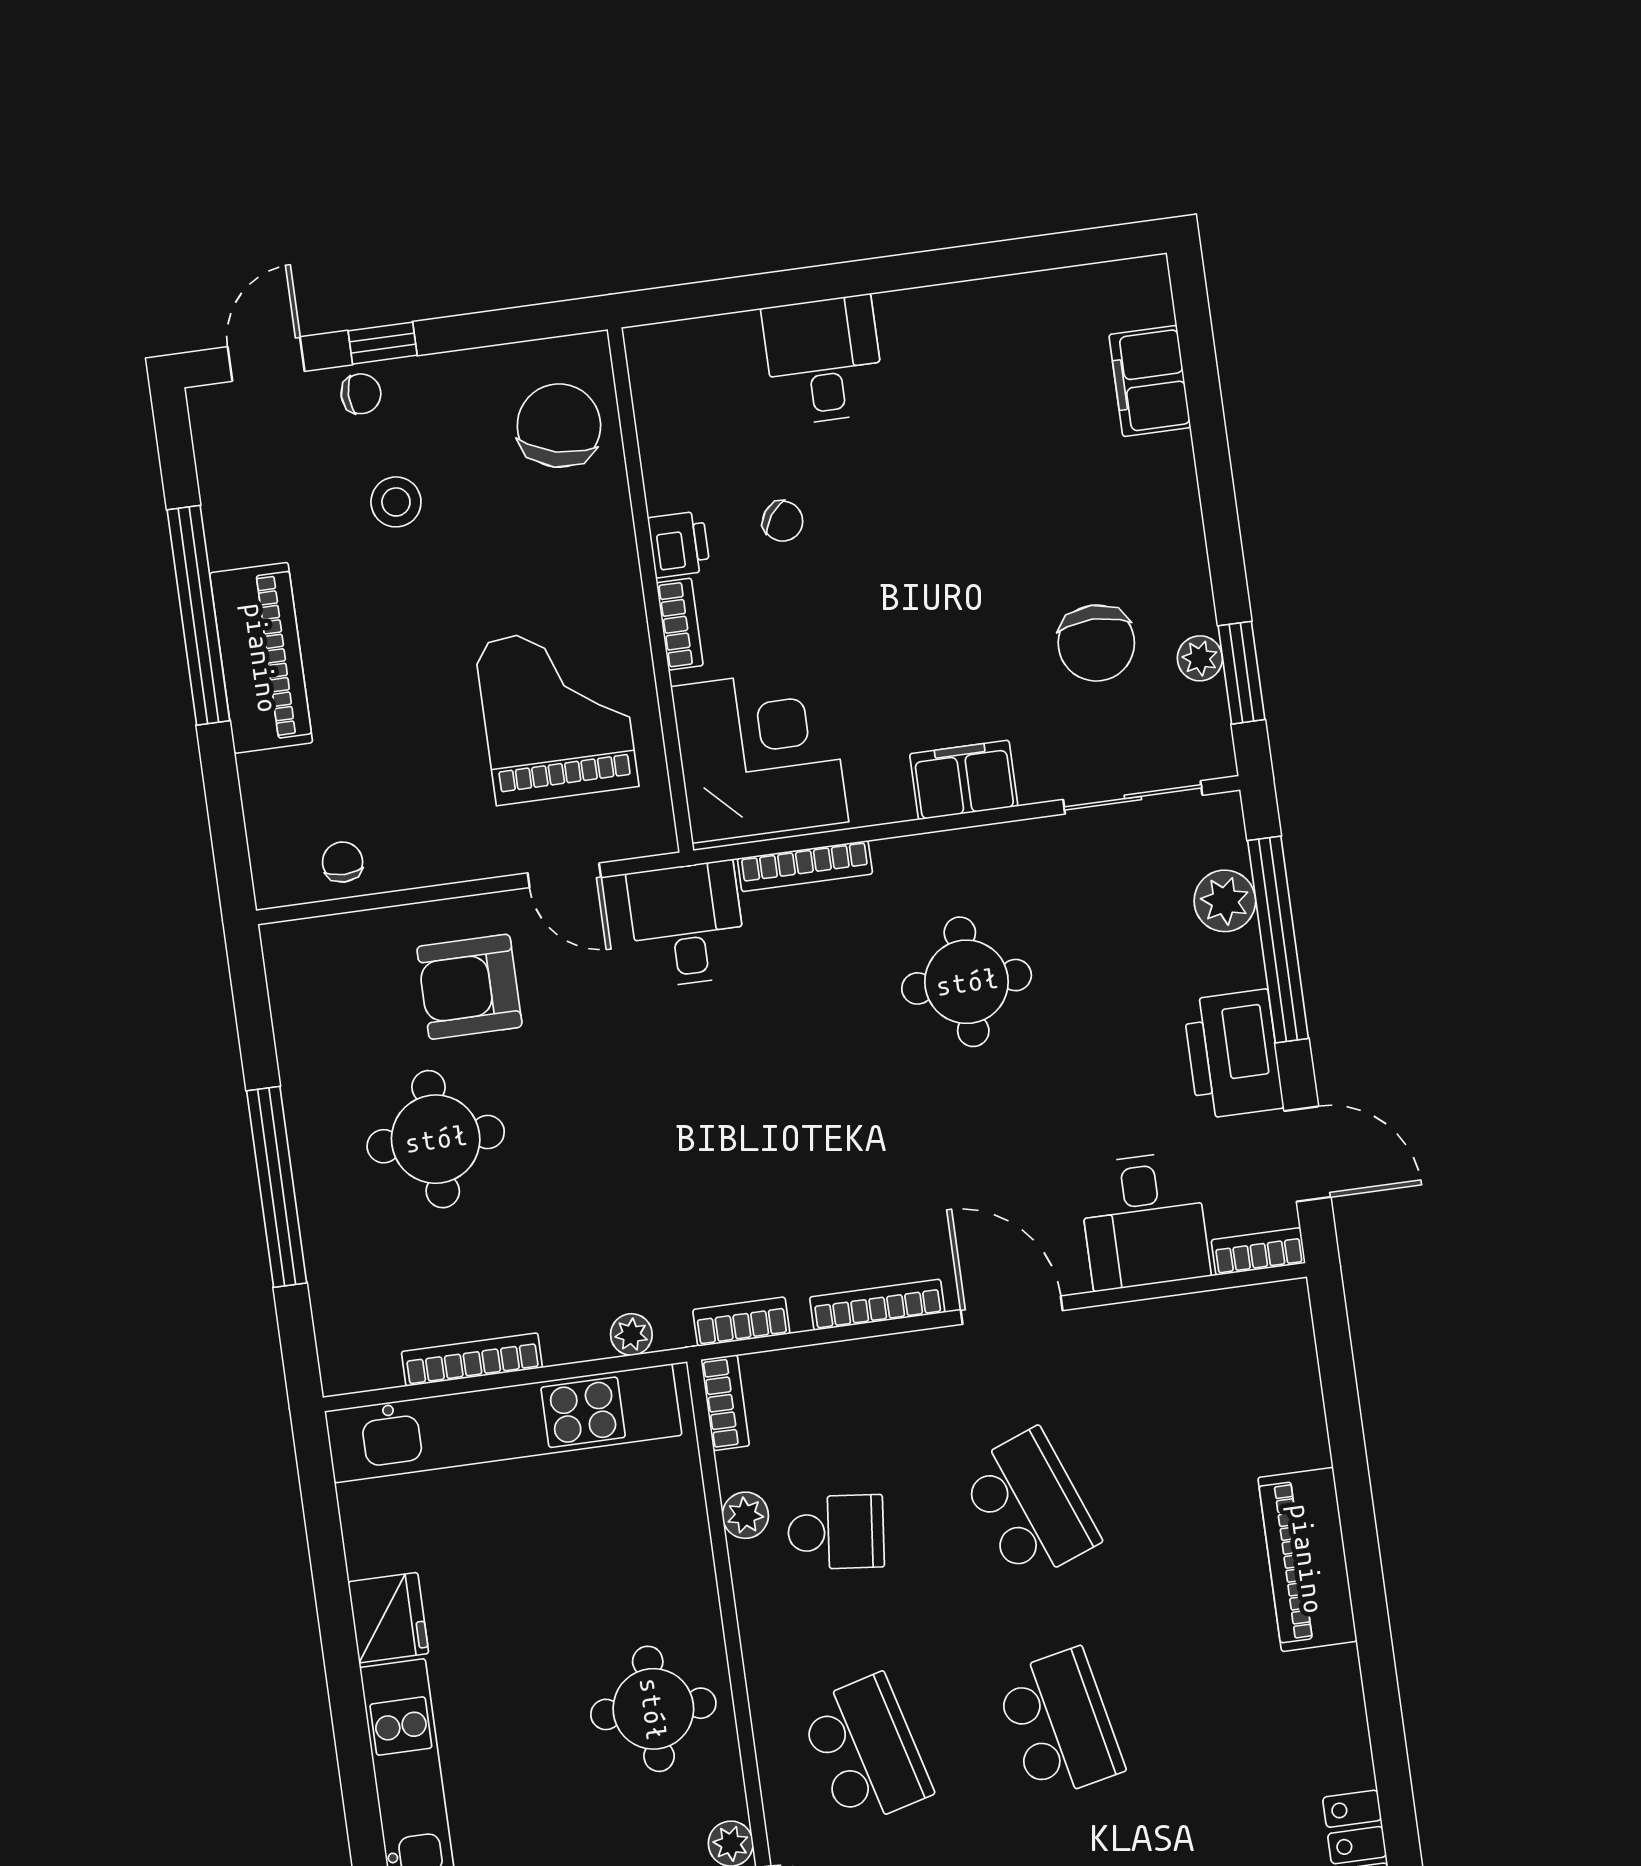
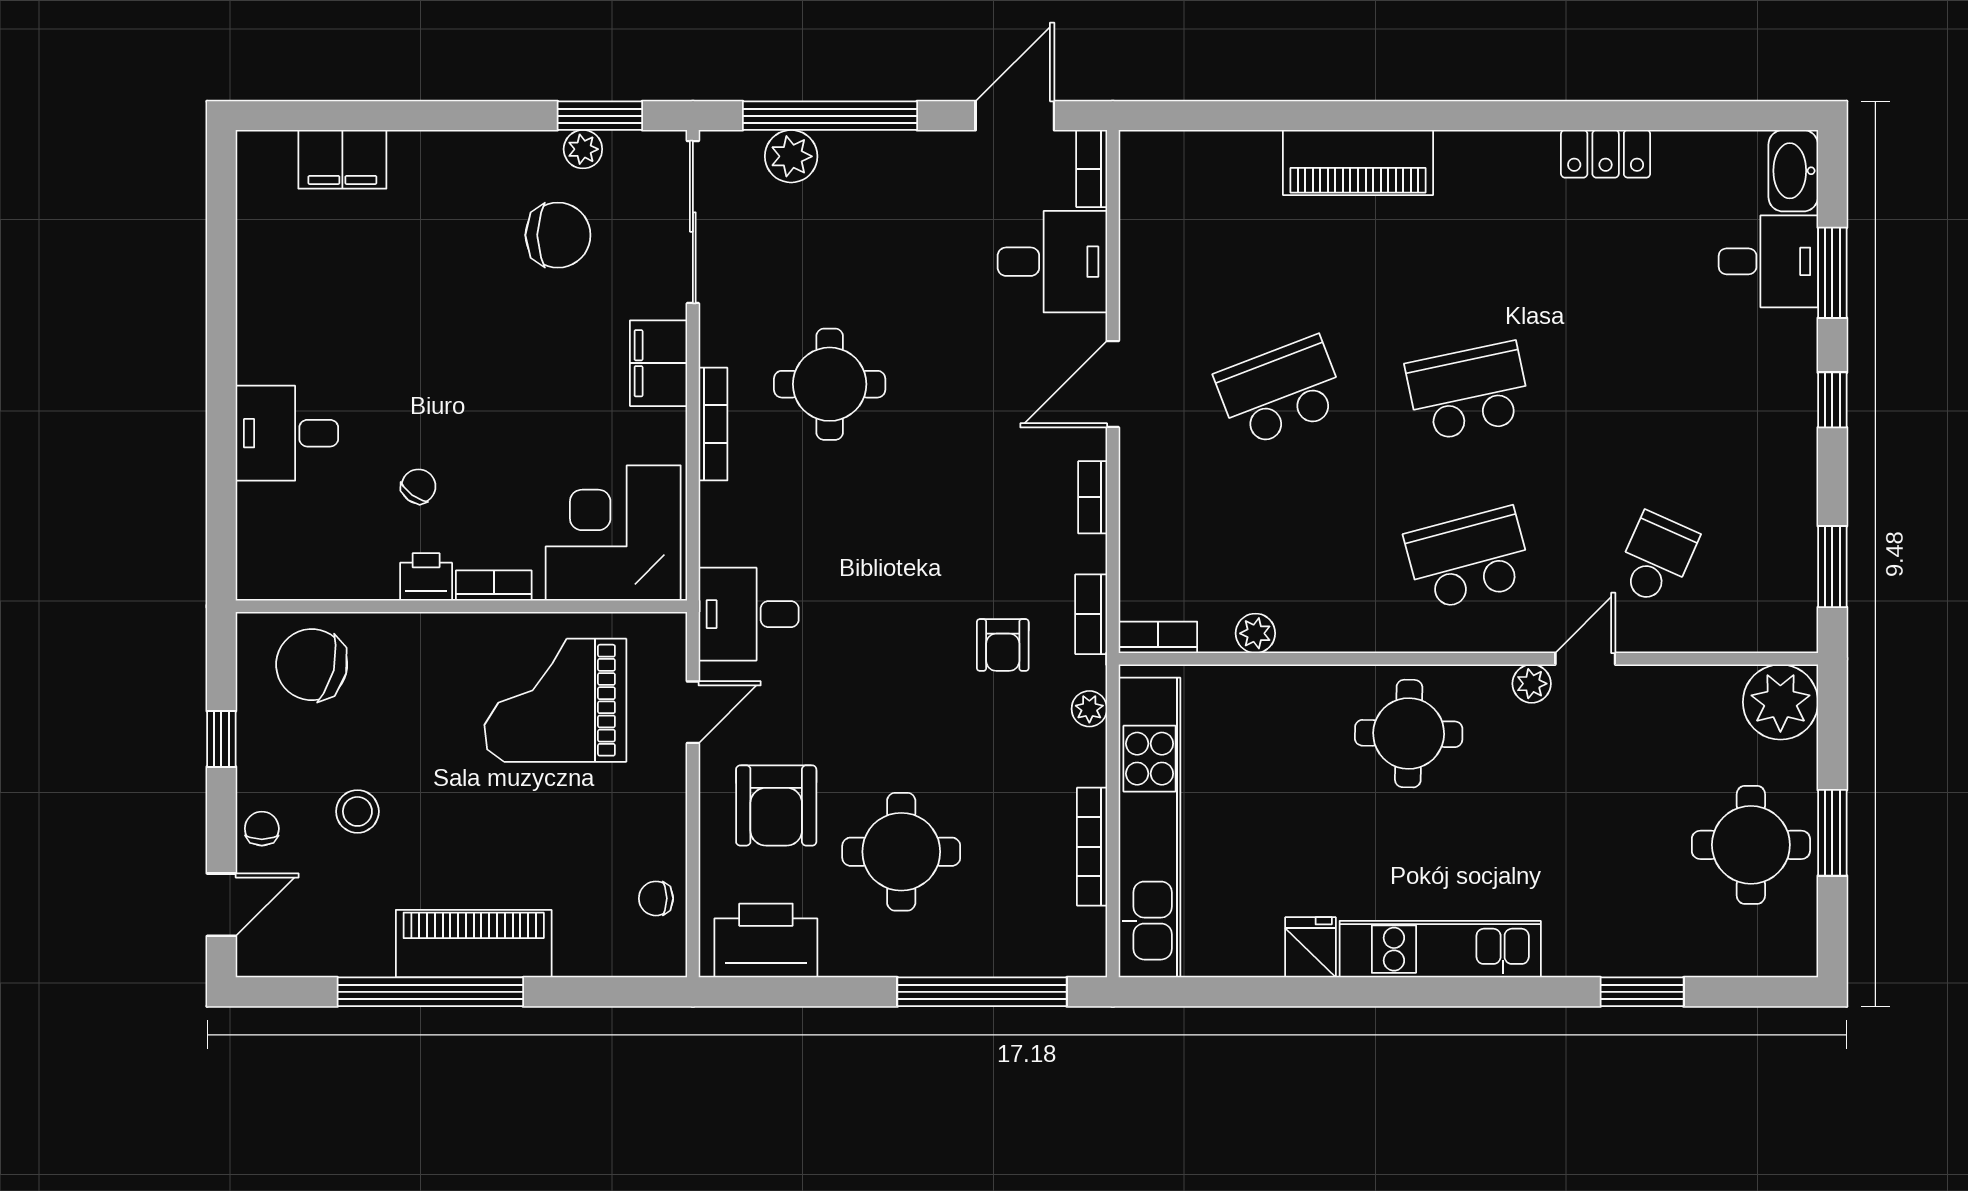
window: (383, 343) -> (221, 739), moved
door: (266, 359) -> (221, 905), swing flipped
sliding door: (1133, 797) -> (693, 222), width x1.37
bookcase: (805, 866) -> (713, 424), moved
printer: (1233, 1054) -> (766, 941), moved, turned 180
window: (277, 1187) -> (982, 992), moved
armchair: (692, 1224) -> (1003, 645), added
bookcase: (877, 1305) -> (1093, 497), width x0.64
school desk: (836, 1532) -> (1280, 559), removed
fridge: (388, 1618) -> (1311, 947), width x0.72

